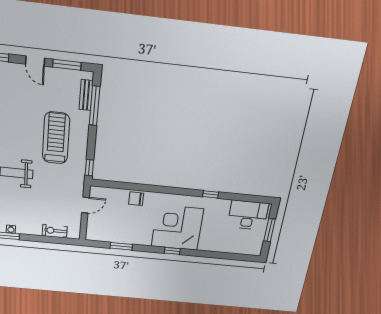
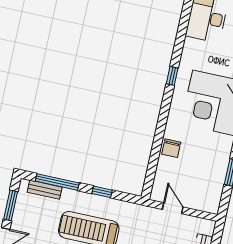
window: (89, 168) -> (102, 192), moved
window: (211, 194) -> (172, 76), moved

